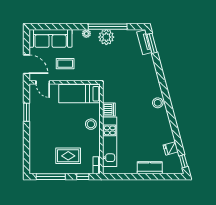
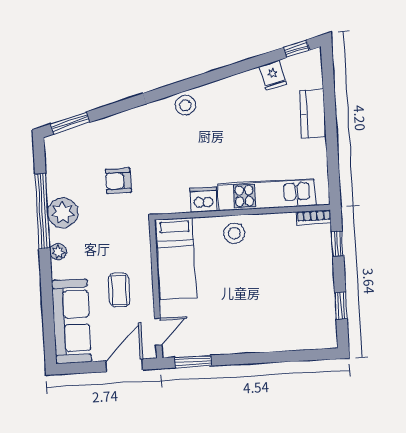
tv unit: (144, 42) -> (69, 138), removed
armchair: (121, 66) -> (118, 181), added
window: (26, 112) -> (193, 362), moved
rug: (68, 156) -> (298, 274), removed
window: (51, 177) -> (341, 306), width x0.46

